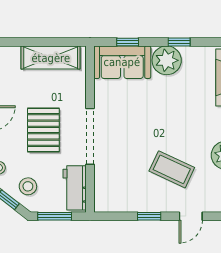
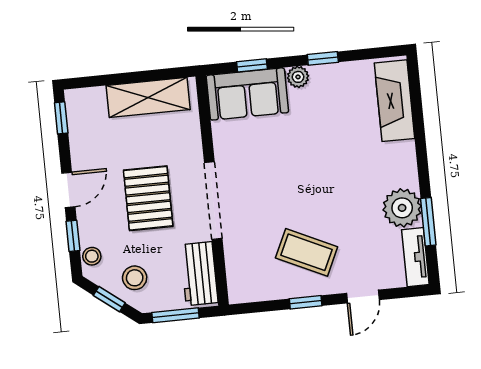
plant: (167, 60) -> (298, 77), width x0.53, depth x0.53
coffee table: (172, 169) -> (307, 252), moved

